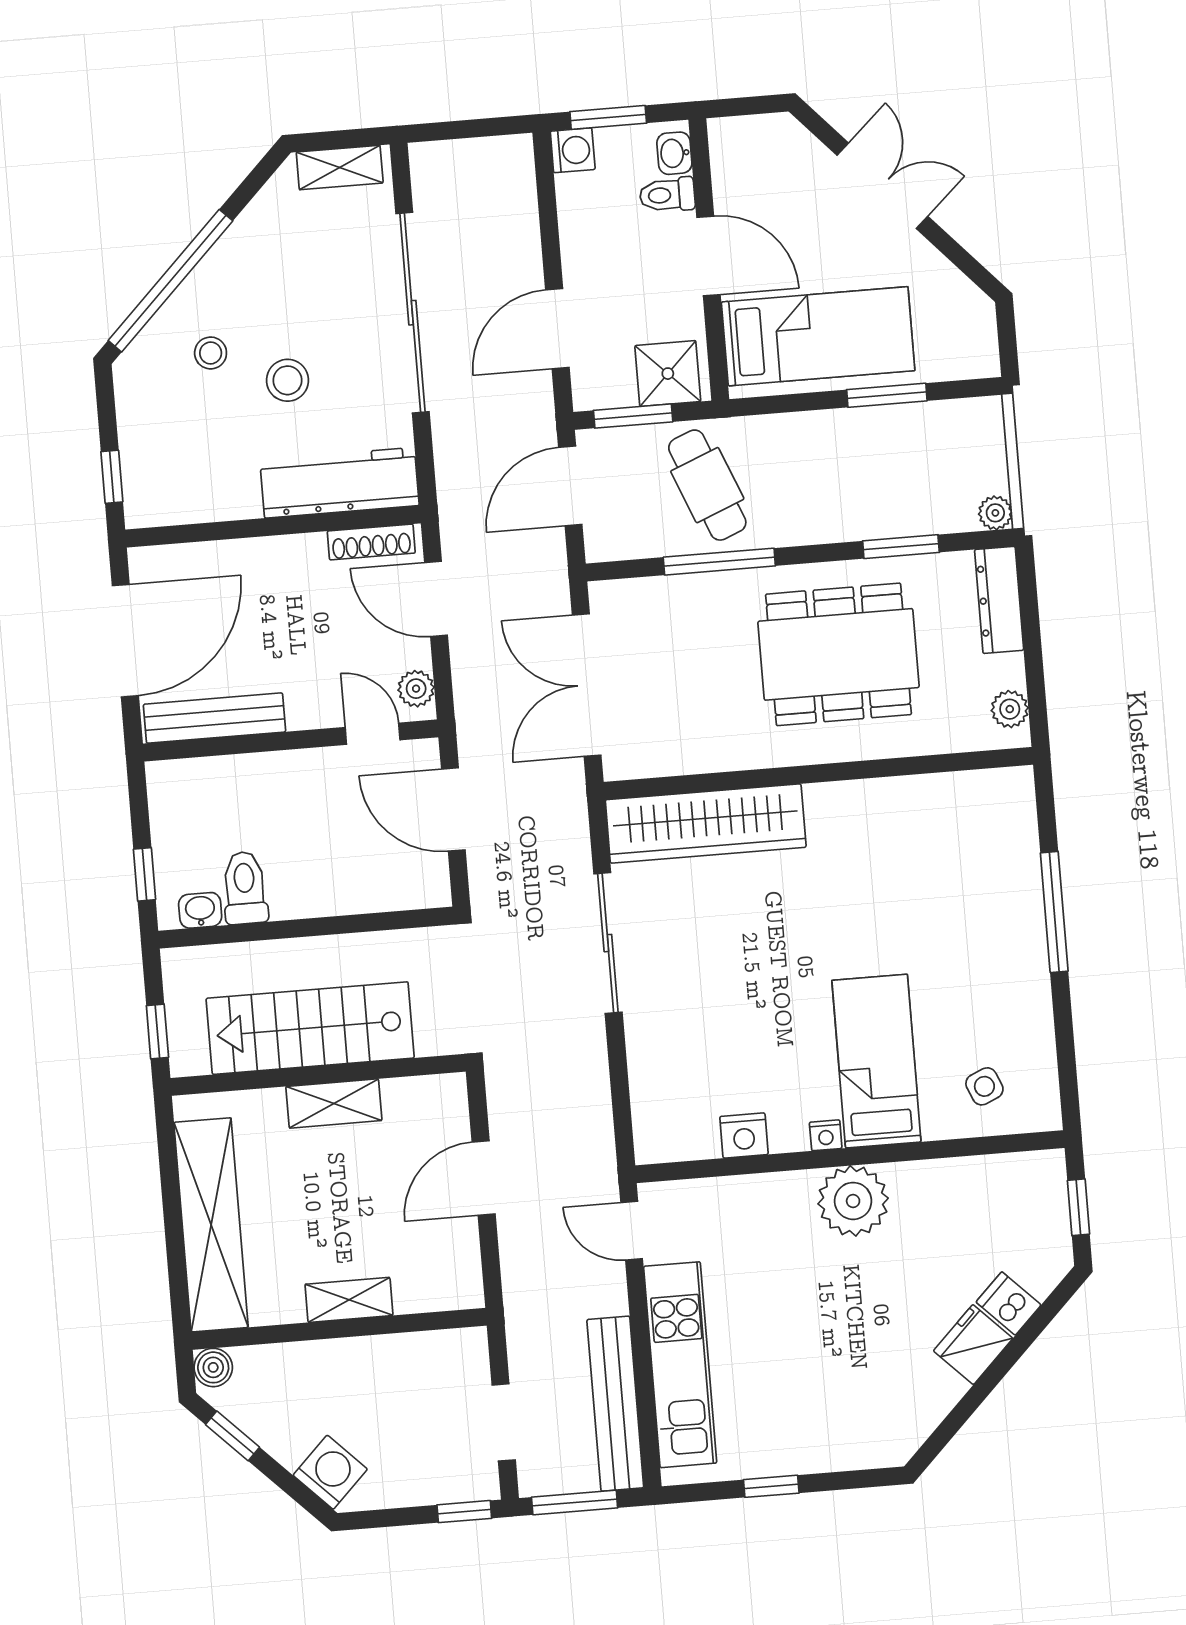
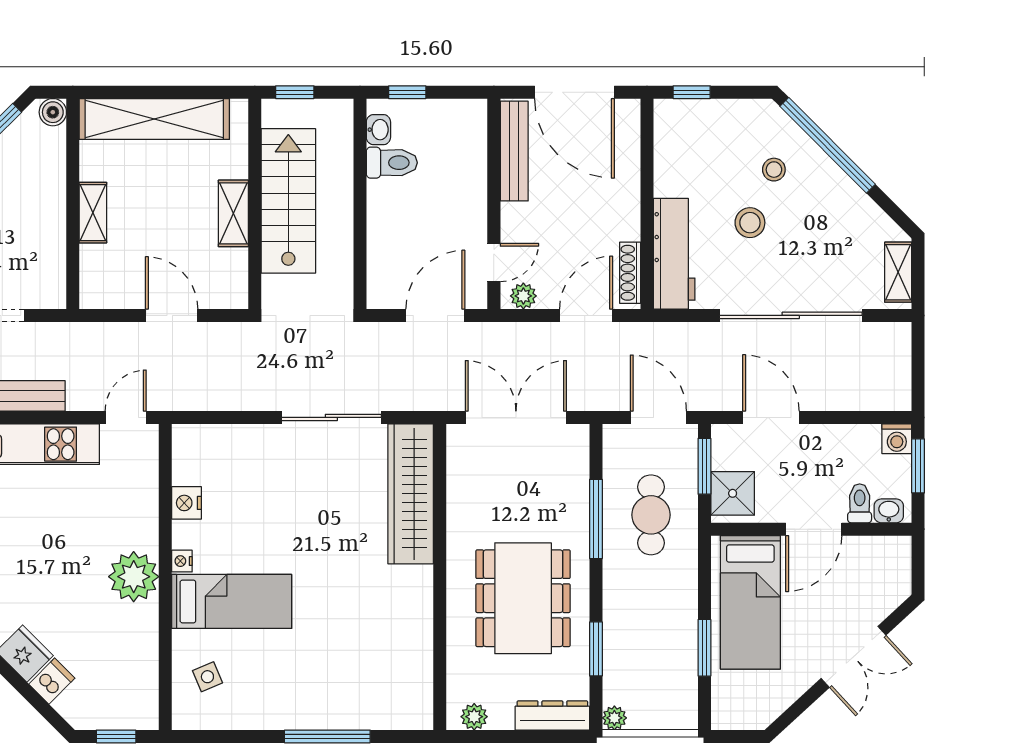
cafe table: (707, 485) -> (651, 515), turned -68

